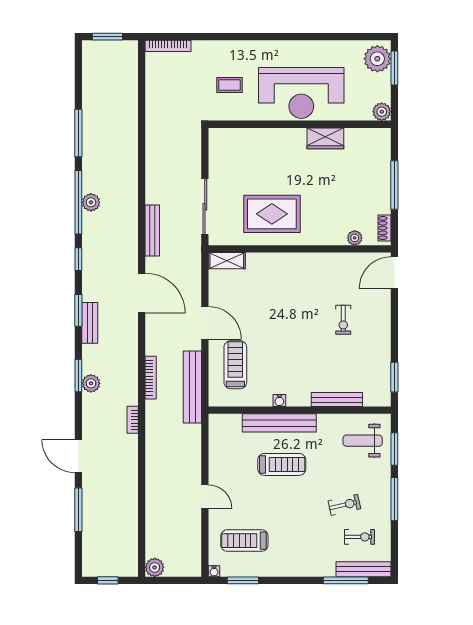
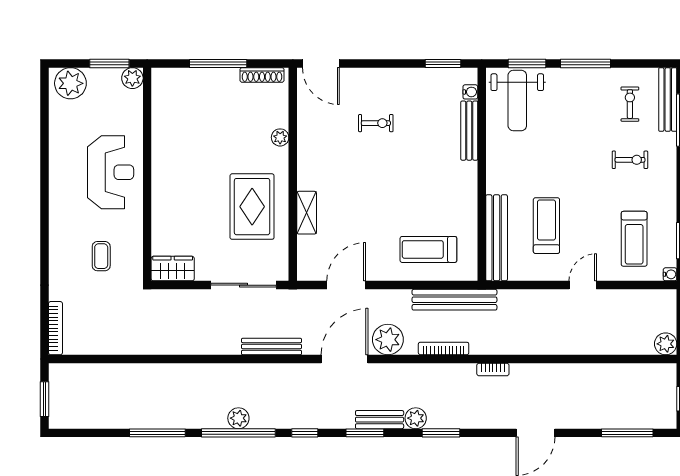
window: (394, 68) -> (109, 63), moved
reception desk: (301, 93) -> (111, 172), width x0.74, depth x0.77
wardrobe: (325, 138) -> (173, 269), moved, turned -90
shoe rack: (384, 228) -> (262, 75), width x1.43
plant: (355, 238) -> (280, 137), moved
shelving: (227, 261) -> (307, 213), moved
door: (205, 323) -> (346, 285), moved
plant: (158, 330) -> (388, 340), added
plant: (91, 383) -> (416, 418), moved
water cooler: (279, 401) -> (470, 92), moved
bench: (279, 423) -> (497, 238), moved
weight bench: (363, 441) -> (517, 100), width x1.36, depth x1.33
treadmill: (282, 464) -> (546, 226), moved
exercise bike: (344, 505) -> (630, 160), moved, turned 103
window: (78, 510) -> (627, 433), moved

